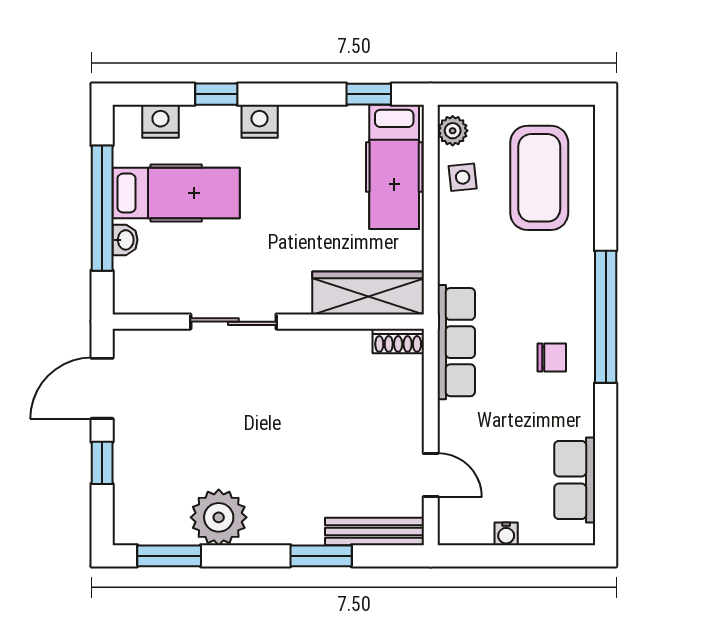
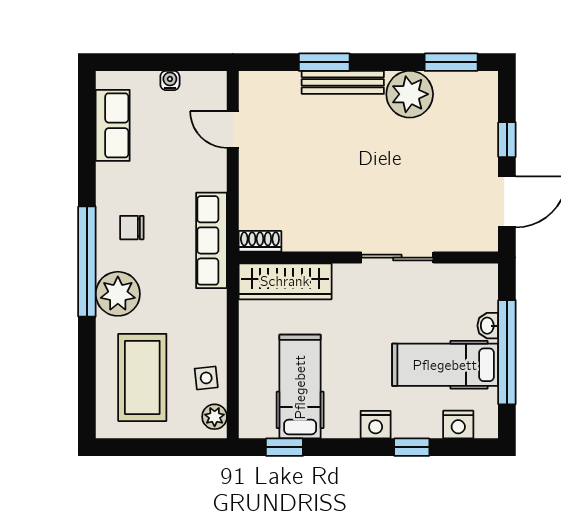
hospital bed: (394, 167) -> (300, 387), moved
plant: (569, 278) -> (118, 294), added
bench: (374, 532) -> (343, 82), moved

